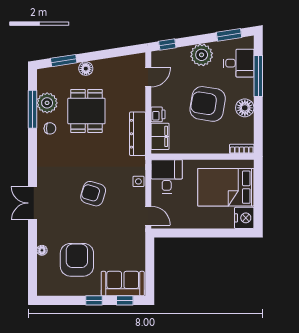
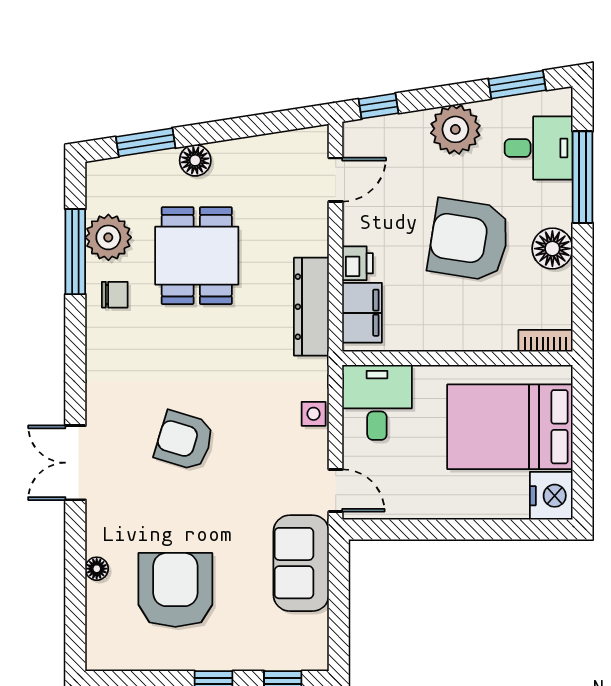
armchair: (93, 194) -> (184, 441), moved
sofa: (123, 284) -> (301, 563), moved, turned -90

